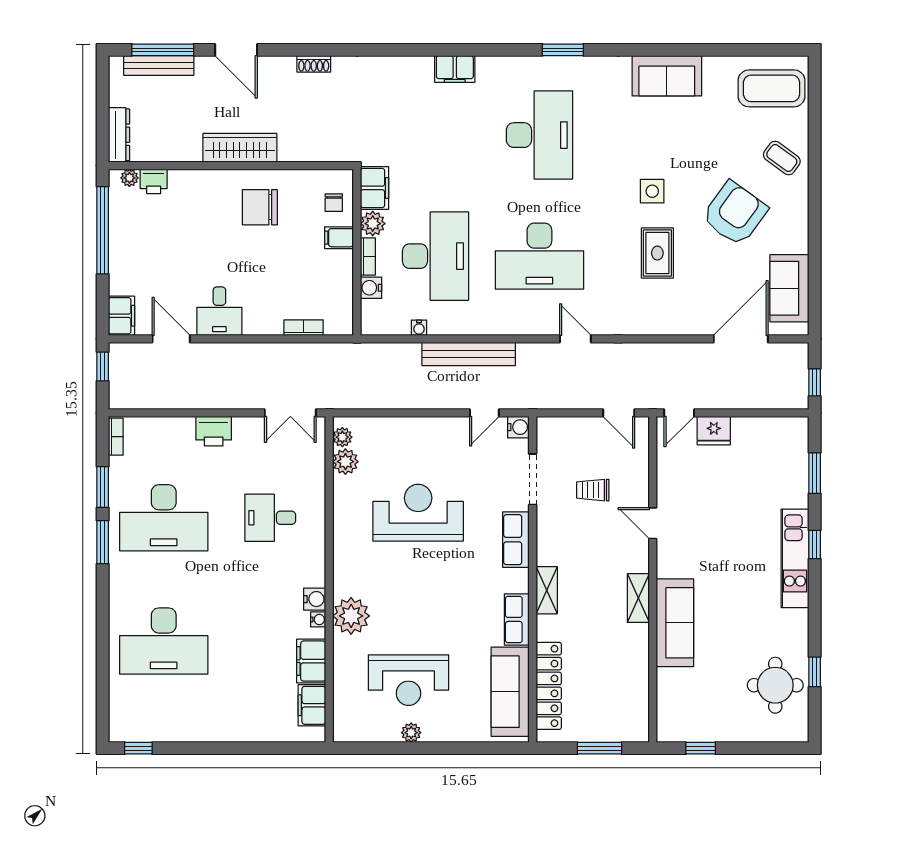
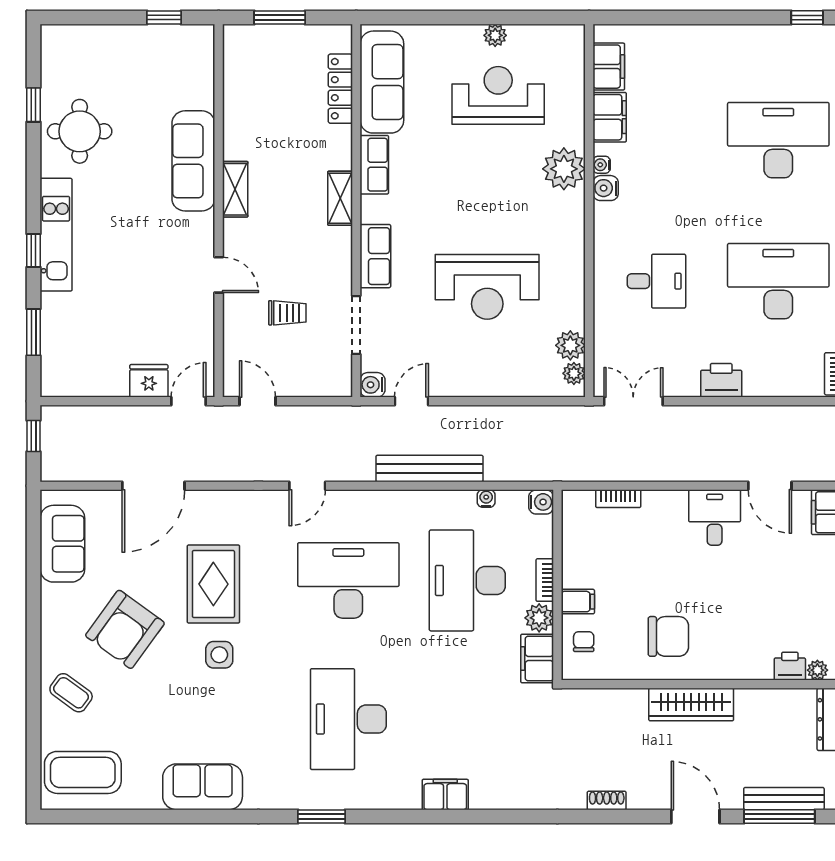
rug: (657, 253) -> (213, 584), width x1.36, depth x1.43
water cooler: (371, 288) -> (541, 502), moved
door: (575, 339) -> (307, 486), hinge flipped
door: (741, 339) -> (153, 486), moved
round table: (775, 685) -> (80, 131), moved
locker: (549, 686) -> (340, 89), width x0.71, depth x0.83

